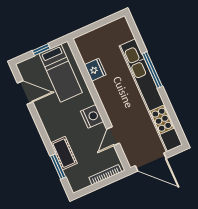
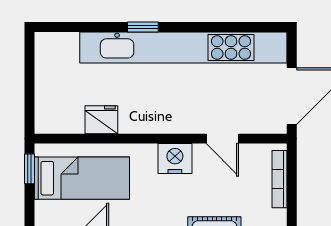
window: (41, 50) -> (30, 169), moved
window: (152, 70) -> (143, 27), width x0.46

